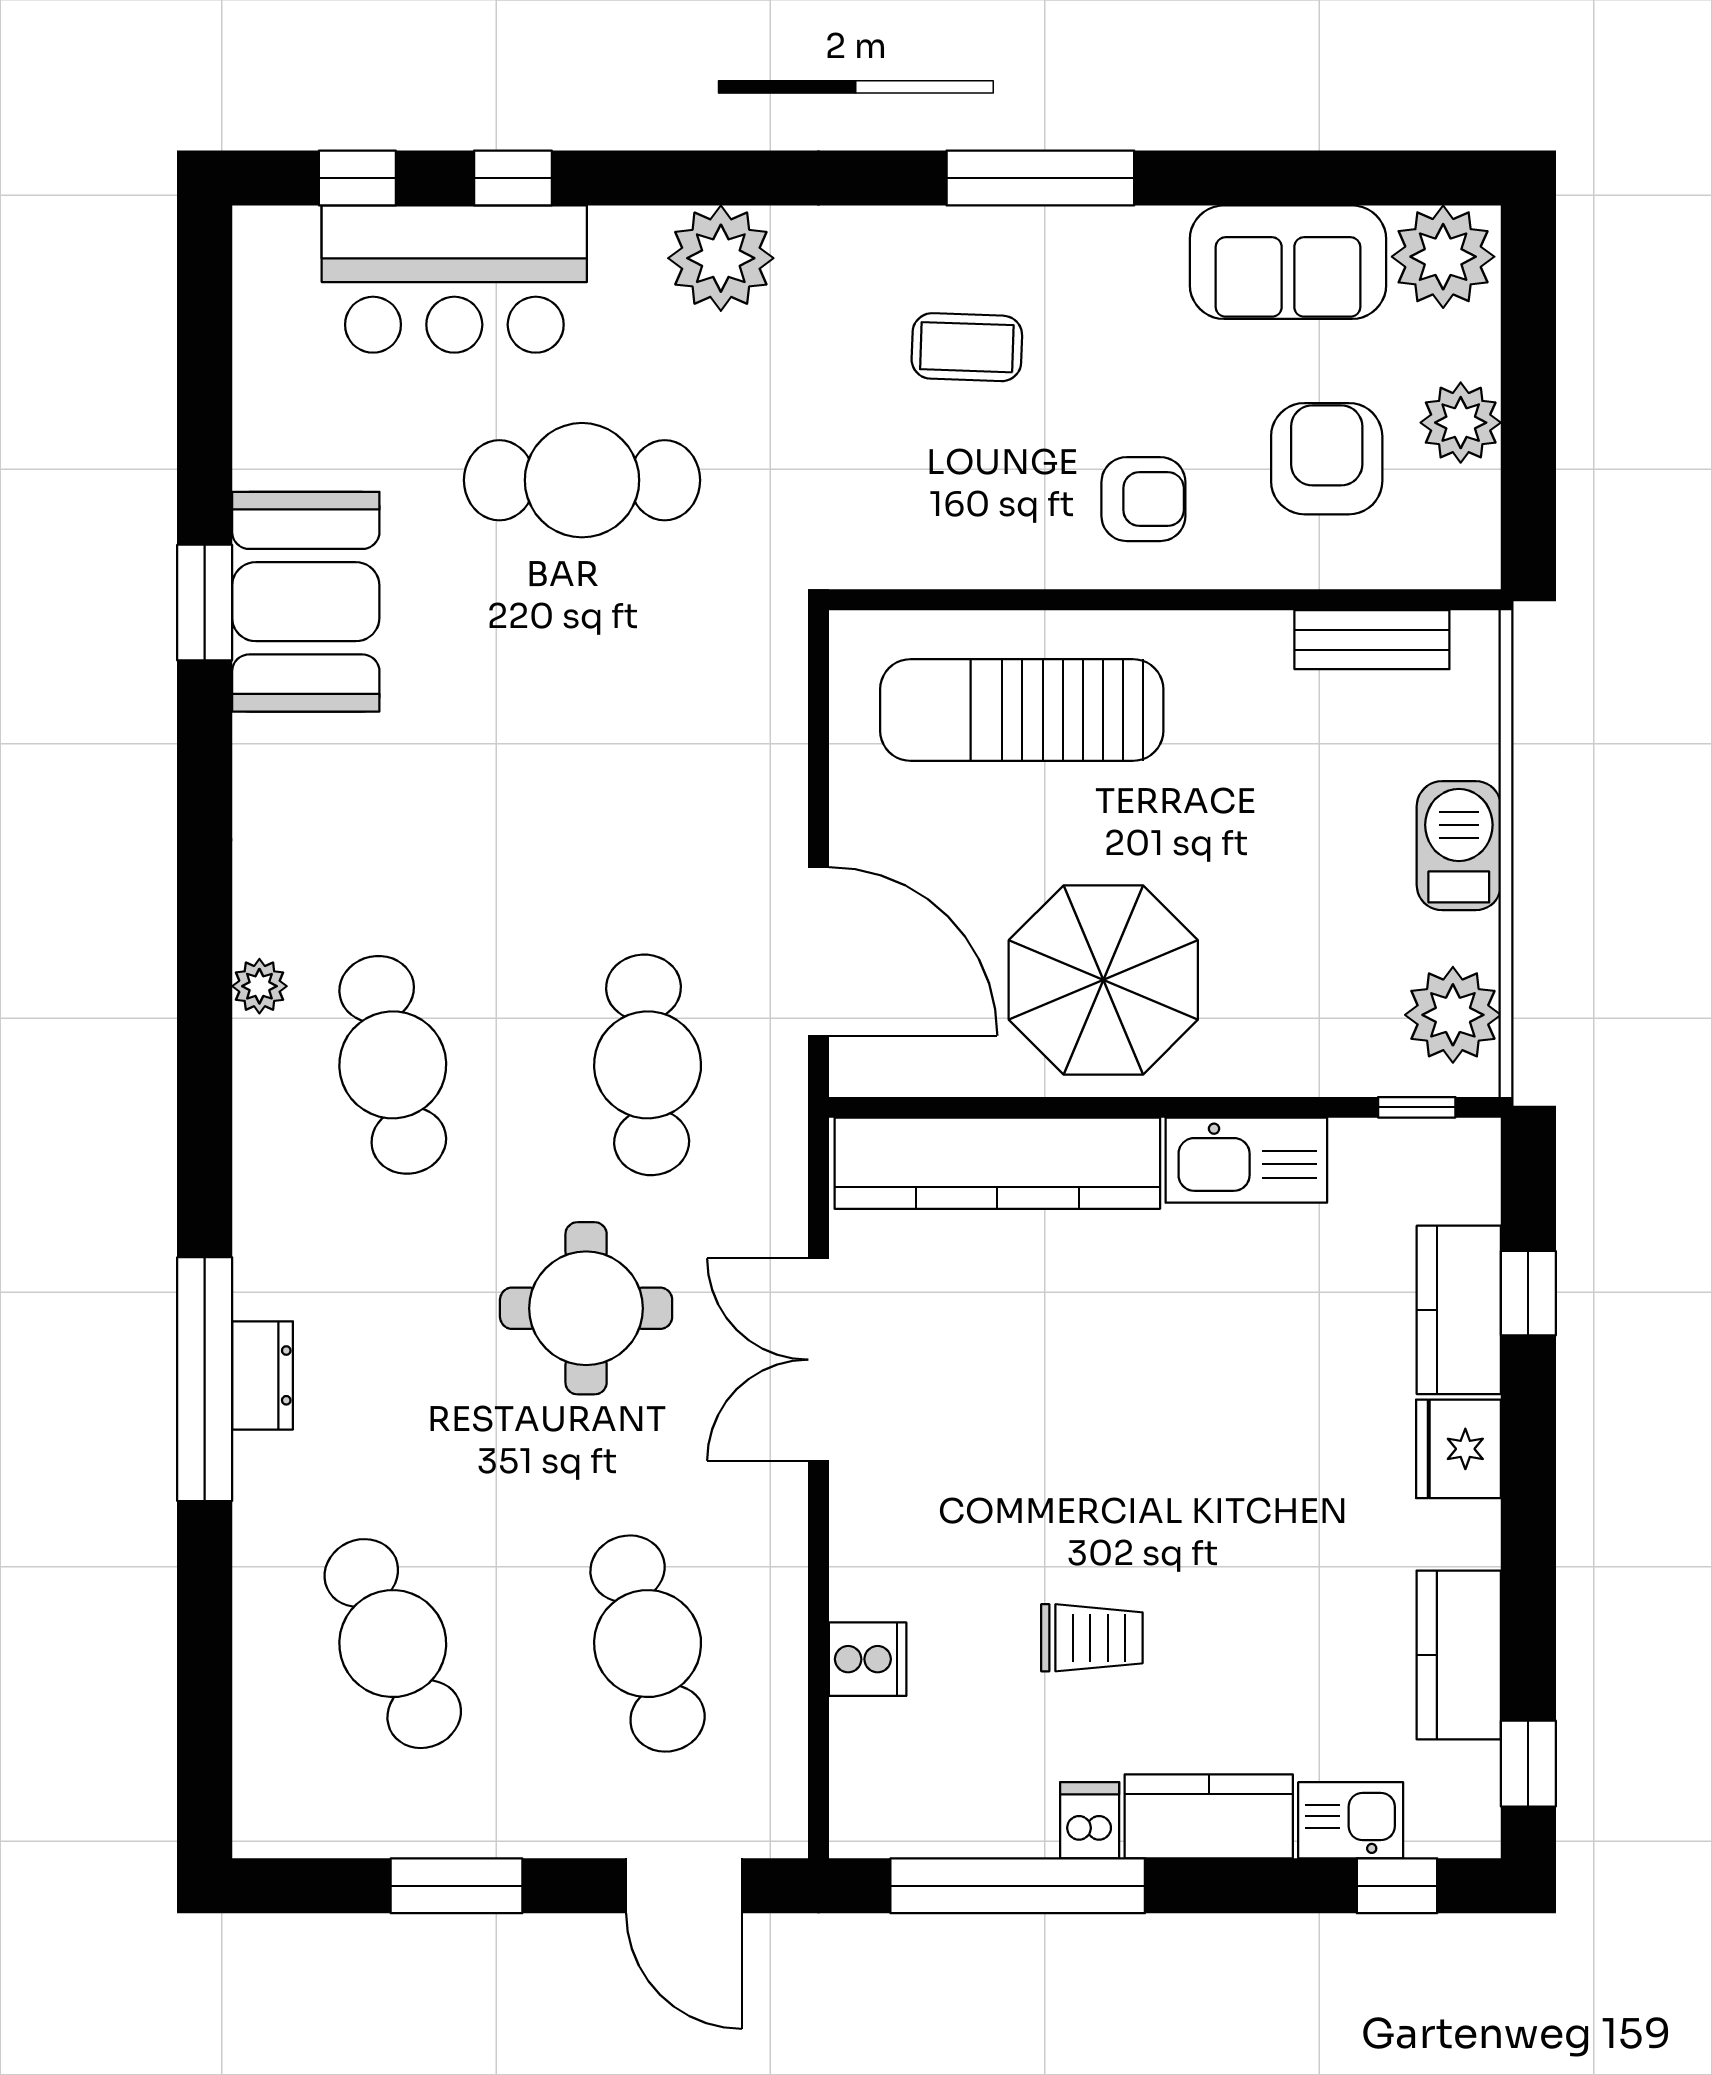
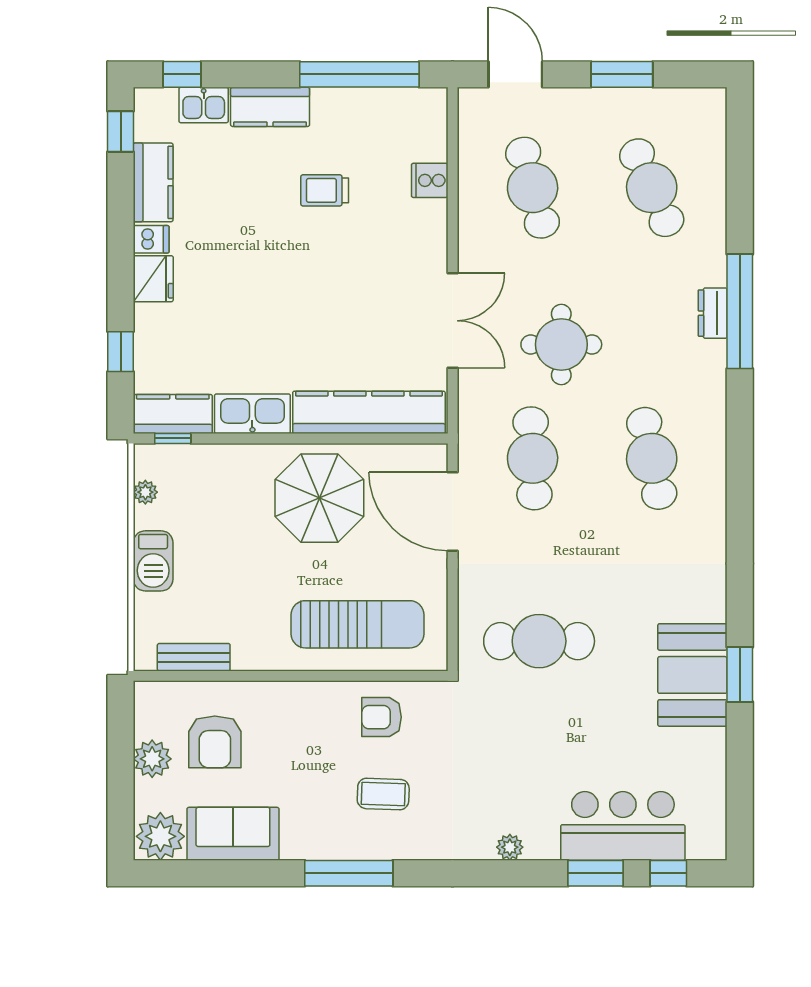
window: (513, 178) -> (595, 873), width x1.50
plant: (721, 258) -> (510, 847), width x0.53, depth x0.53
cafe table: (582, 480) -> (539, 641), moved
armchair: (1143, 499) -> (382, 717), moved
plant: (259, 986) -> (714, 495), removed
plant: (1453, 1015) -> (145, 492), width x0.53, depth x0.53
kitchen counter: (1459, 1310) -> (173, 414), moved, turned -90
dishwasher: (1090, 1820) -> (151, 239), moved, turned -90

